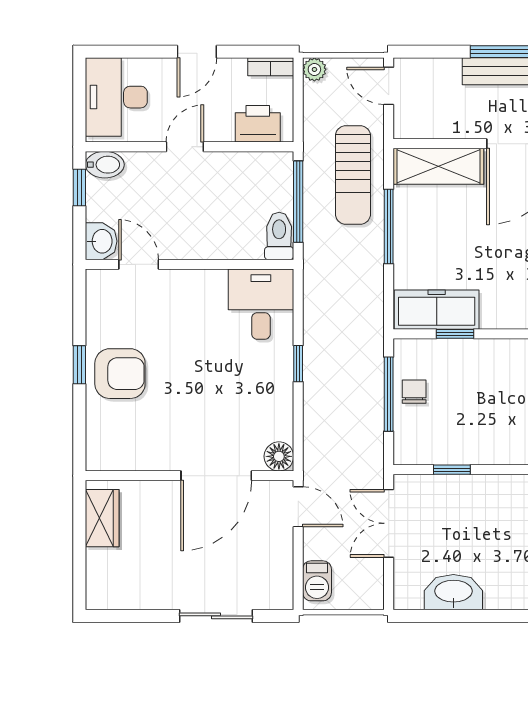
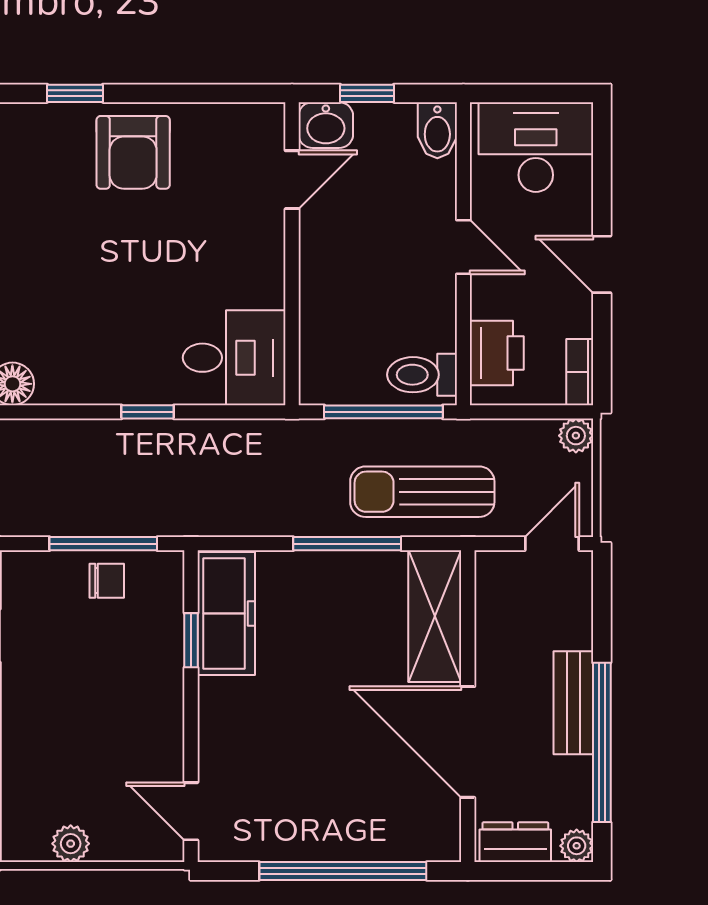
window: (79, 188) -> (367, 93), moved
toilet: (279, 236) -> (422, 375), moved, turned 180
window: (79, 365) -> (75, 93), moved

